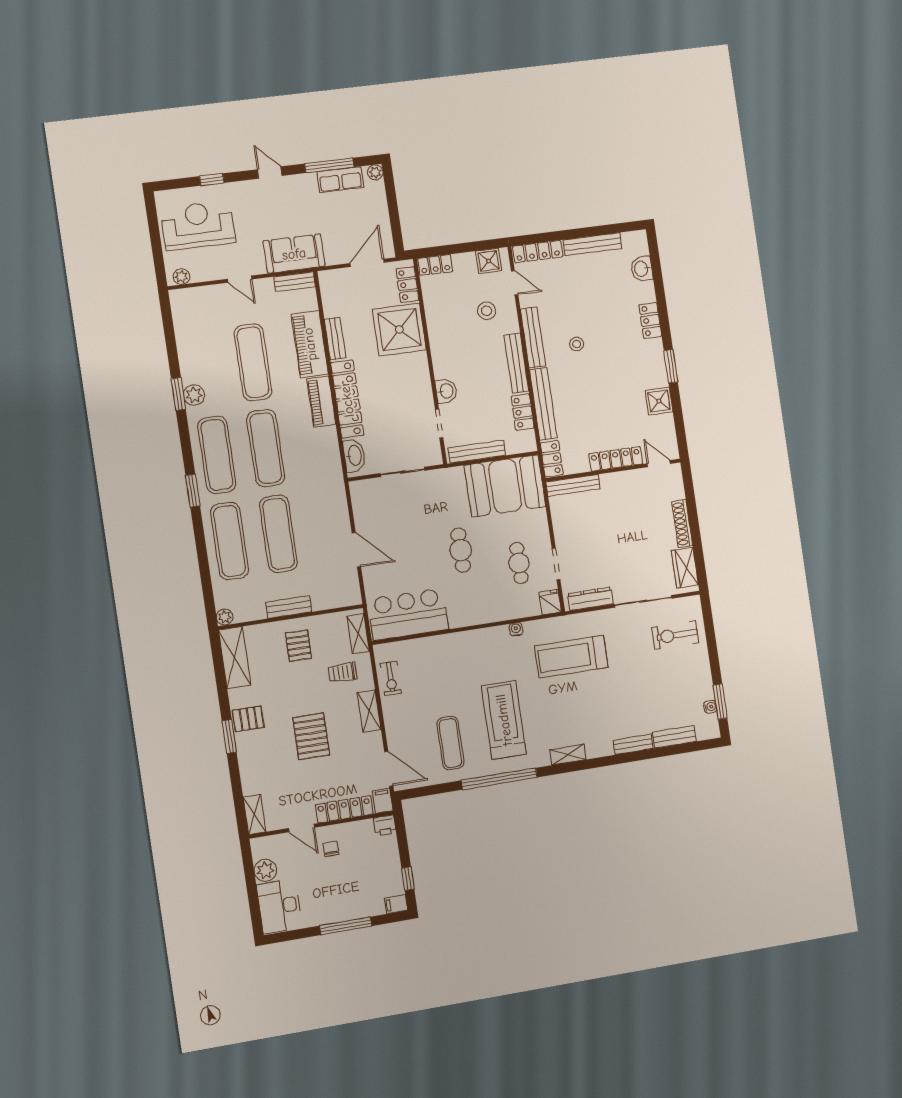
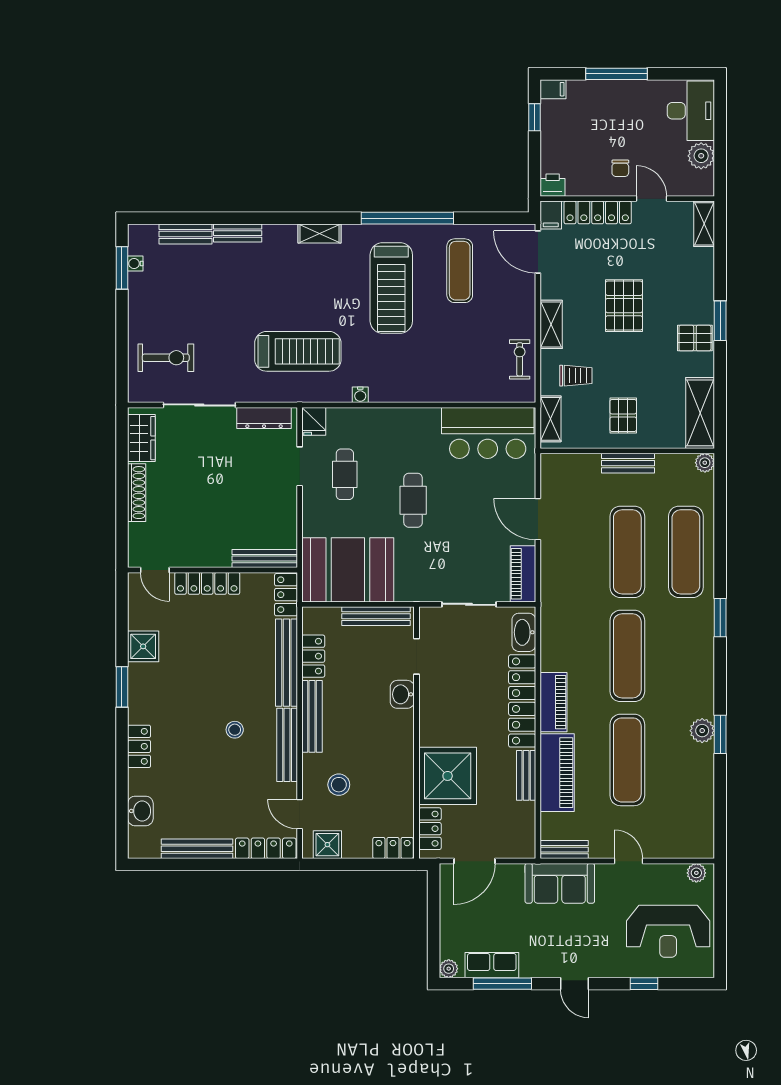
exercise mat: (217, 455) -> (686, 656), removed
piano: (362, 503) -> (523, 574), added

